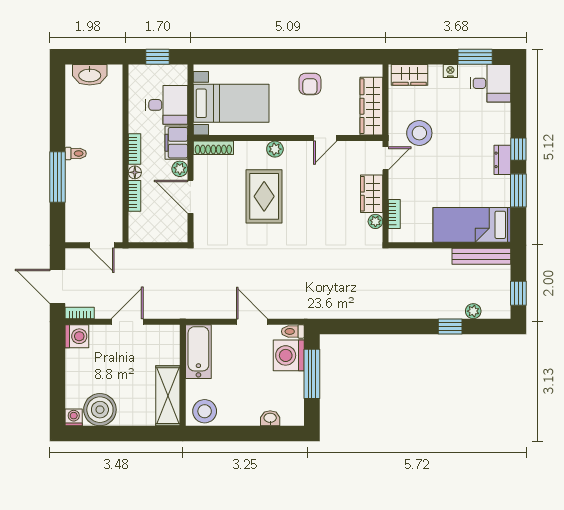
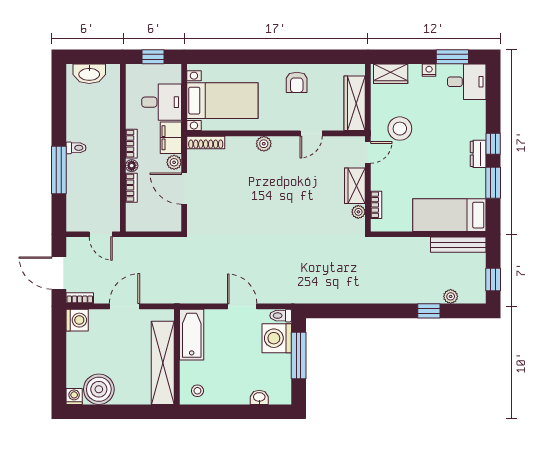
rug: (264, 196) -> (254, 188), removed
shelving: (168, 396) -> (163, 363), width x1.47
stool: (205, 411) -> (197, 391), width x0.53, depth x0.53

